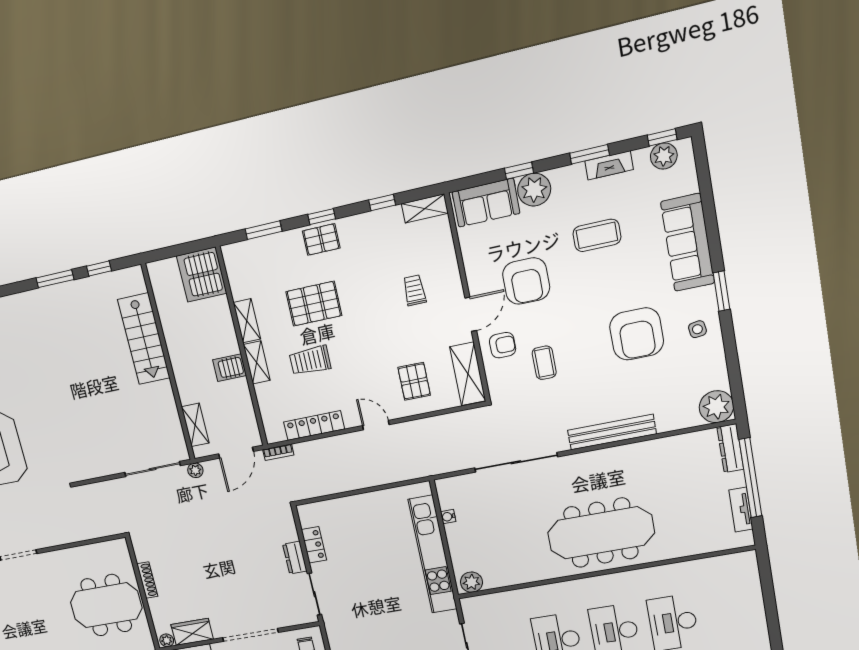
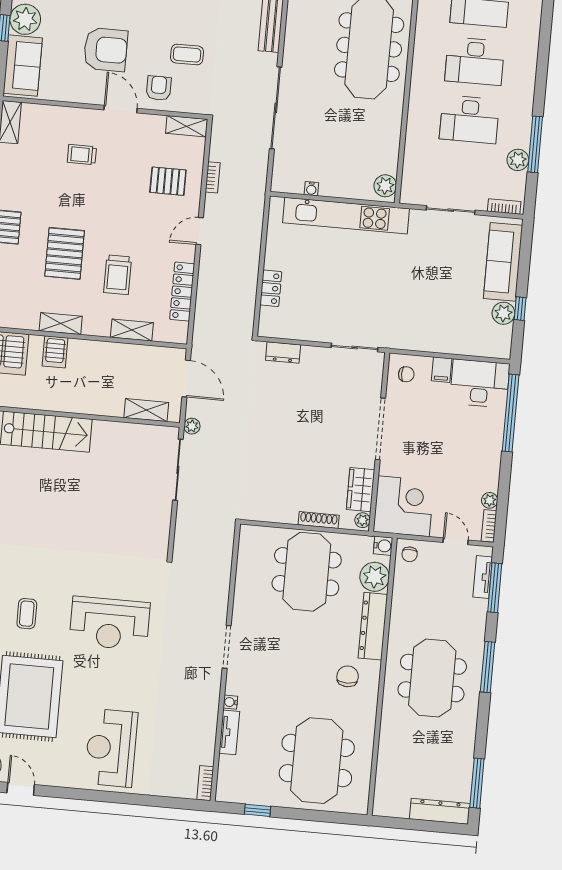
shelving: (257, 362) -> (132, 330), moved
server rack: (230, 368) -> (55, 352), moved
shelving: (468, 374) -> (186, 126), width x0.67, depth x0.75
bookcase: (278, 452) -> (213, 177), moved
locker: (314, 545) -> (271, 288), moved, turned 90
dresser: (295, 558) -> (283, 352), moved
shoe rack: (147, 580) -> (319, 520), moved

